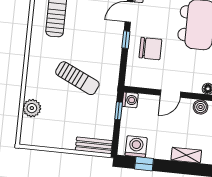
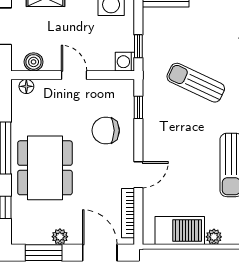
window: (126, 40) -> (138, 107), moved
door: (170, 94) -> (74, 75), hinge flipped

